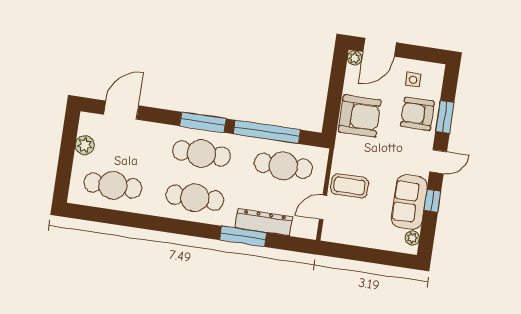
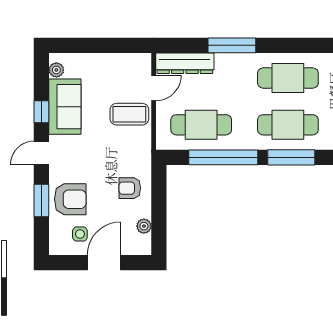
door: (380, 47) -> (104, 263), moved
plant: (355, 58) -> (144, 226), moved
armchair: (360, 116) -> (130, 188), width x0.53, depth x0.53
dresser: (264, 222) -> (185, 63), moved

